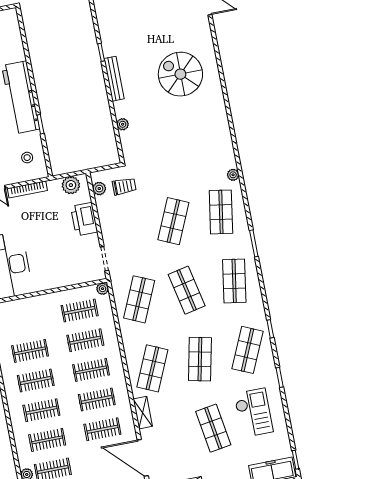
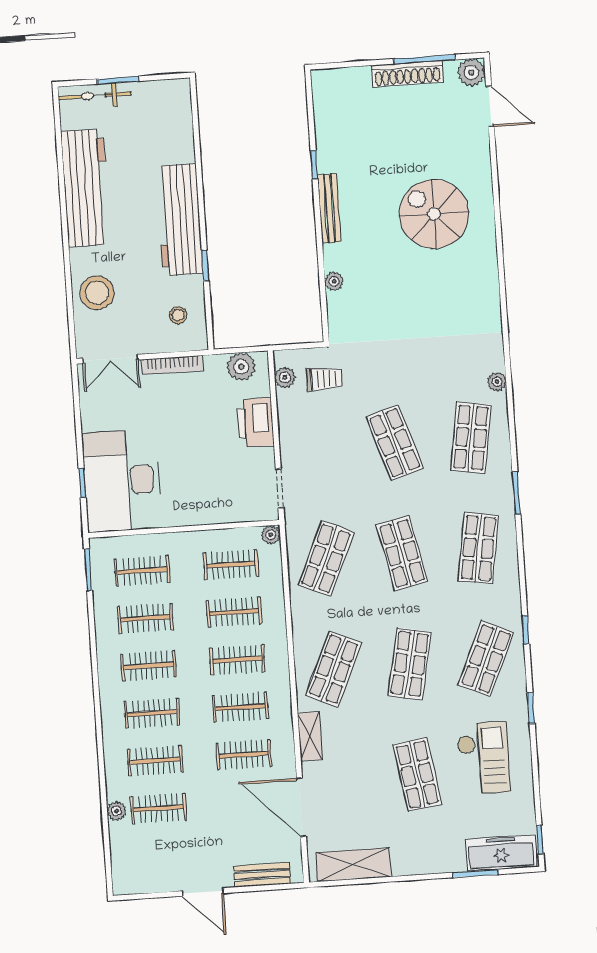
shop shelf: (173, 221) -> (395, 443), turned -42
clothes rail: (24, 321) -> (142, 571), added

